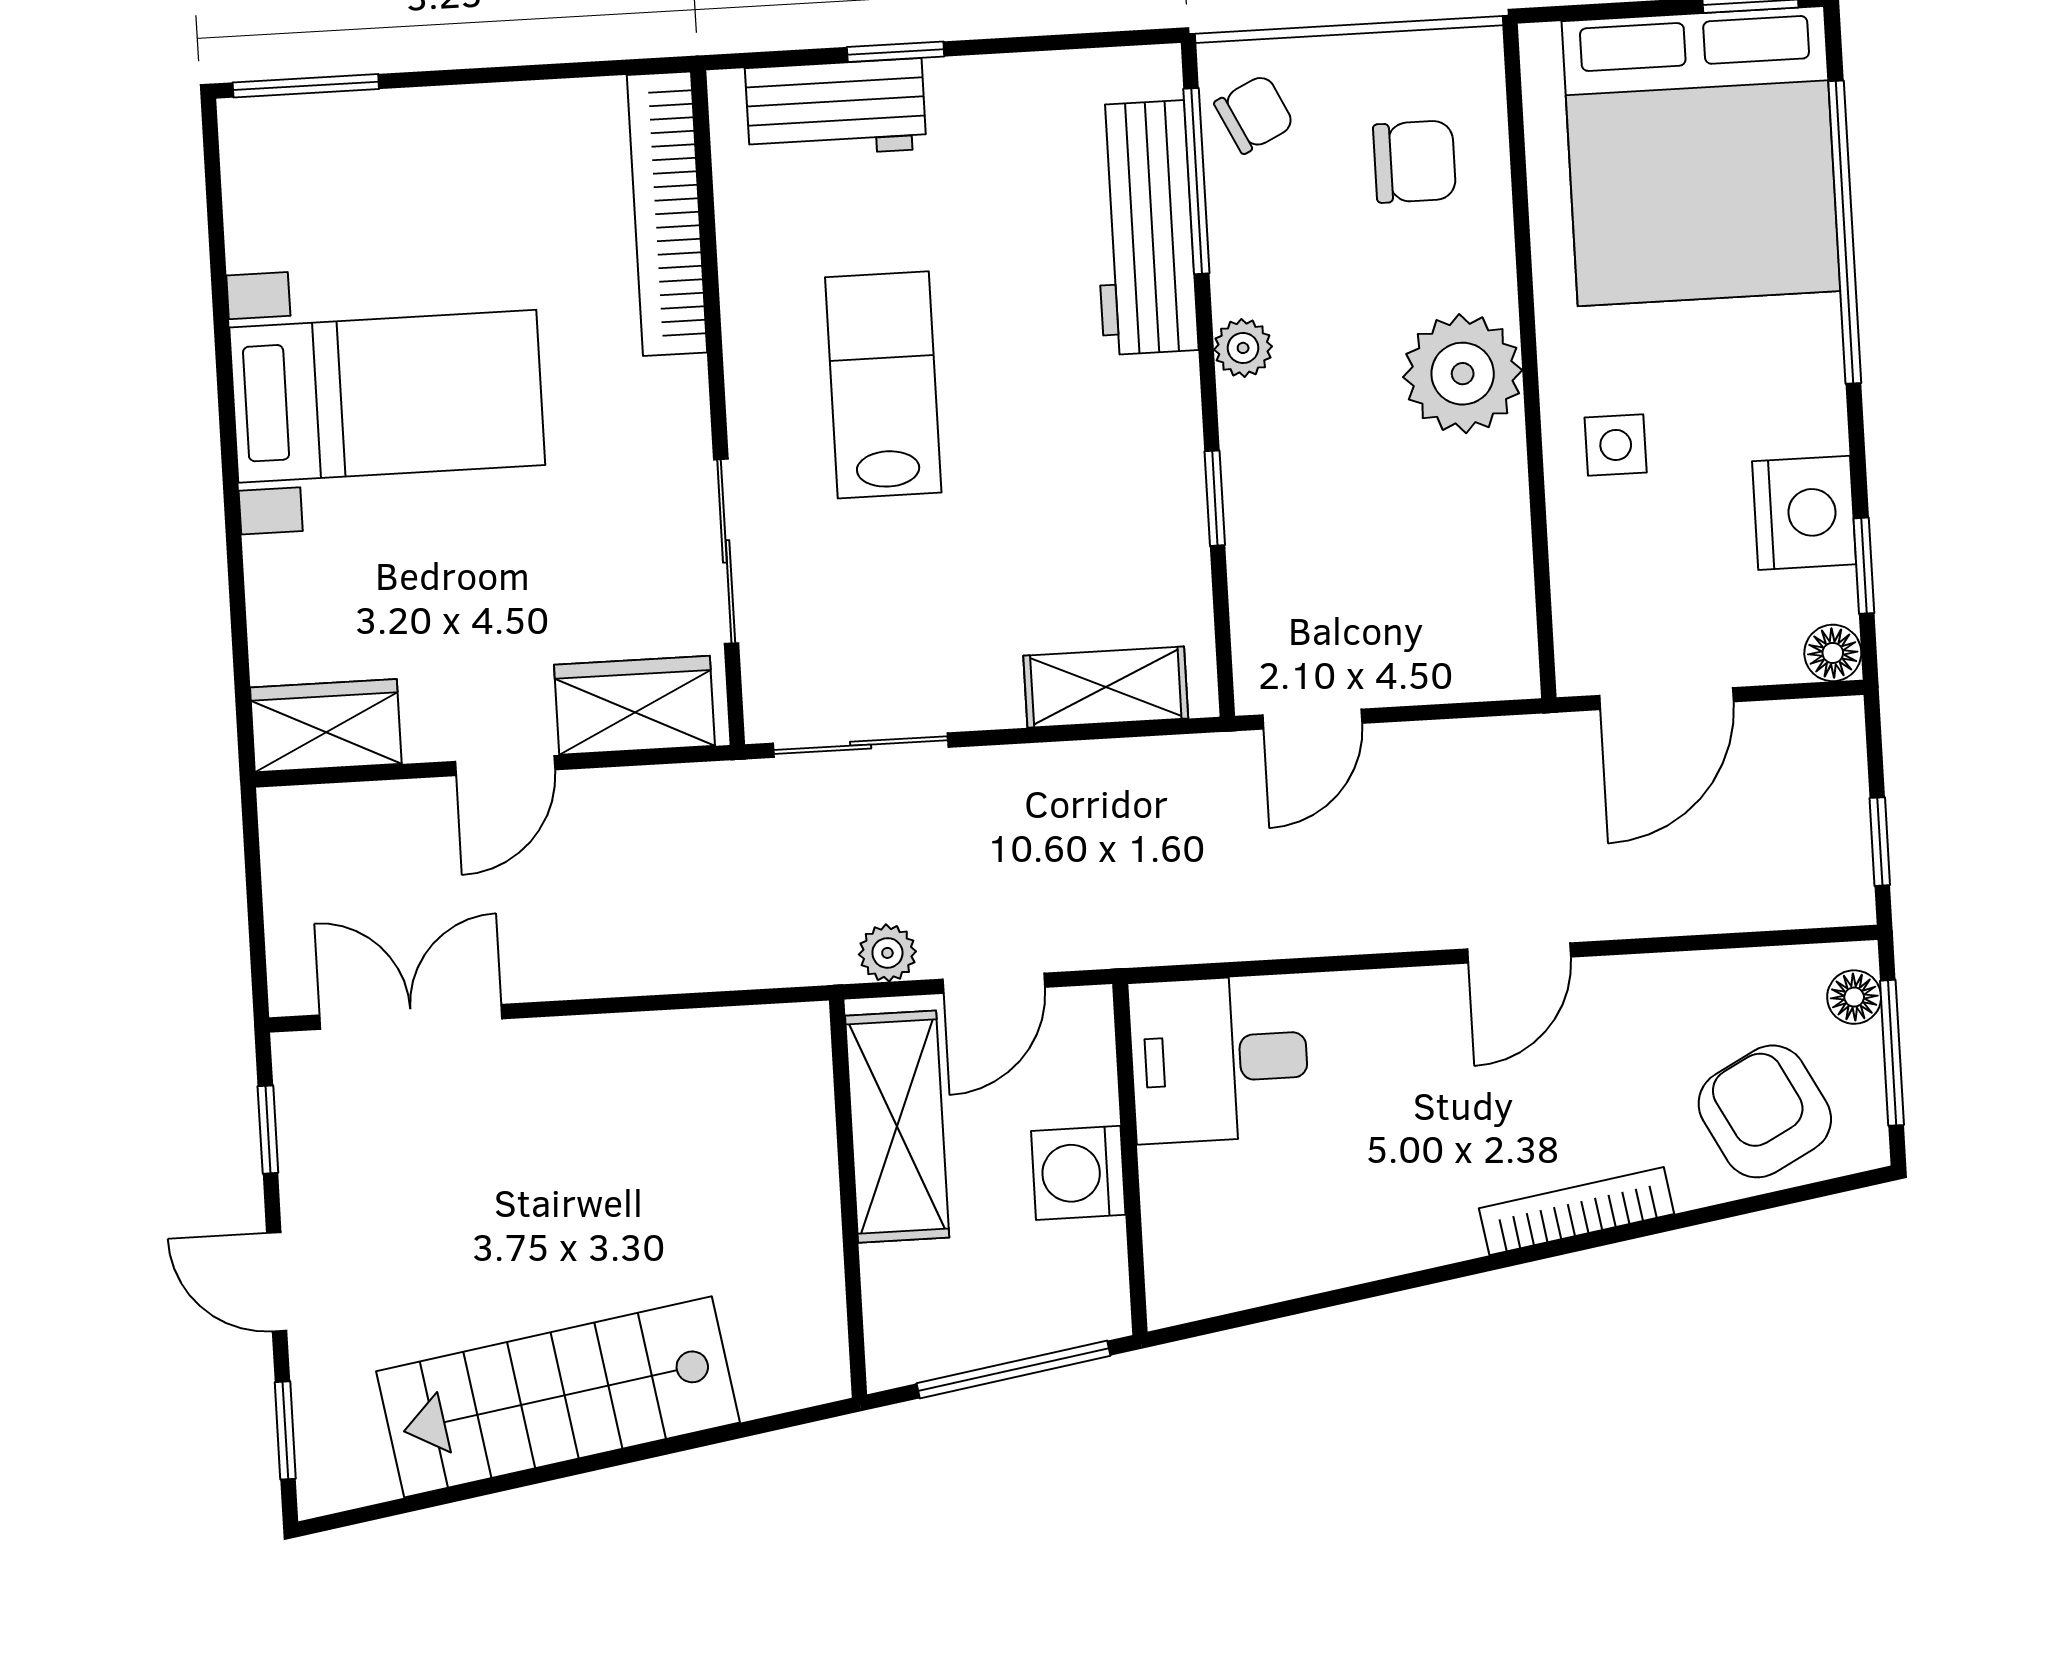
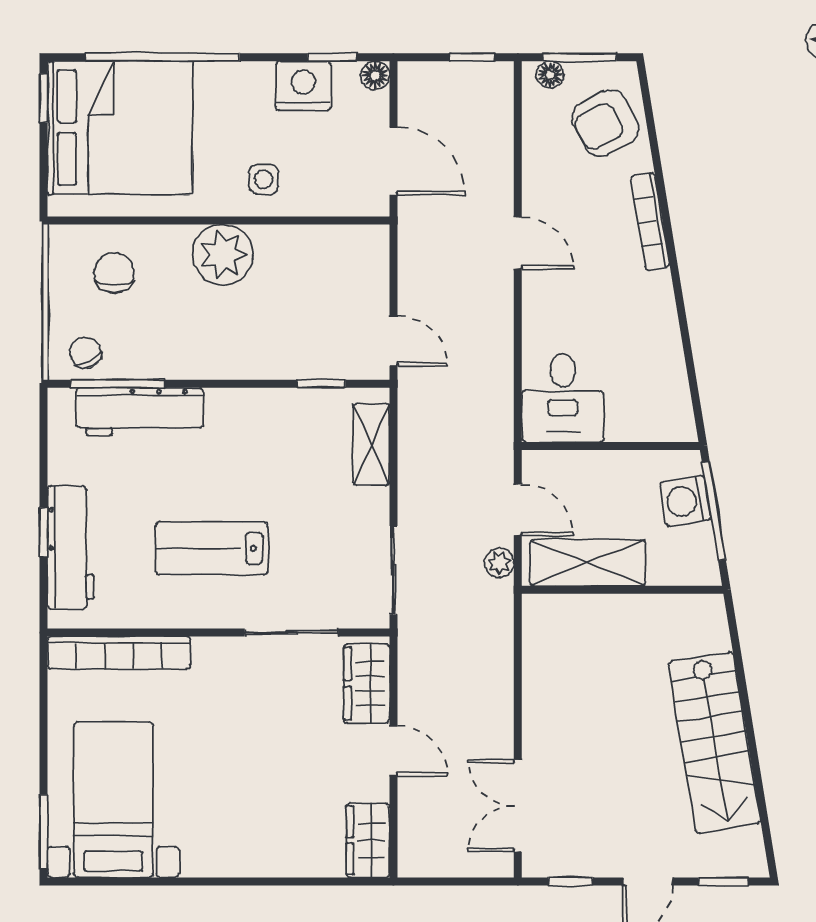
workbench: (836, 109) -> (71, 547), width x1.38
plant: (1243, 348) -> (204, 365), removed
bed with nightstands: (387, 396) -> (113, 800), moved
window: (1215, 498) -> (321, 384), moved
washing machine: (1078, 1173) -> (685, 501), moved, turned 81

